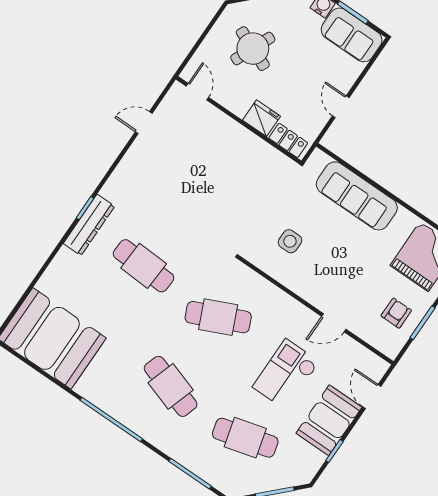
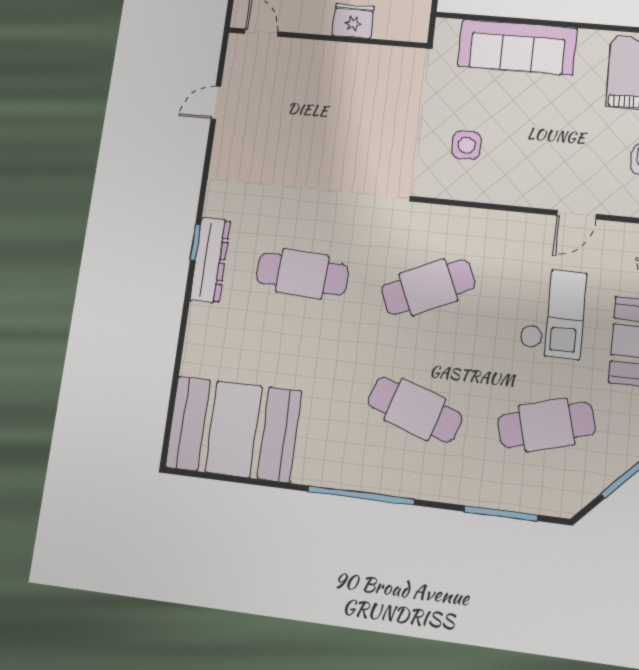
locker: (288, 140) -> (399, 29), removed
checkout: (286, 374) -> (553, 313), turned 180

